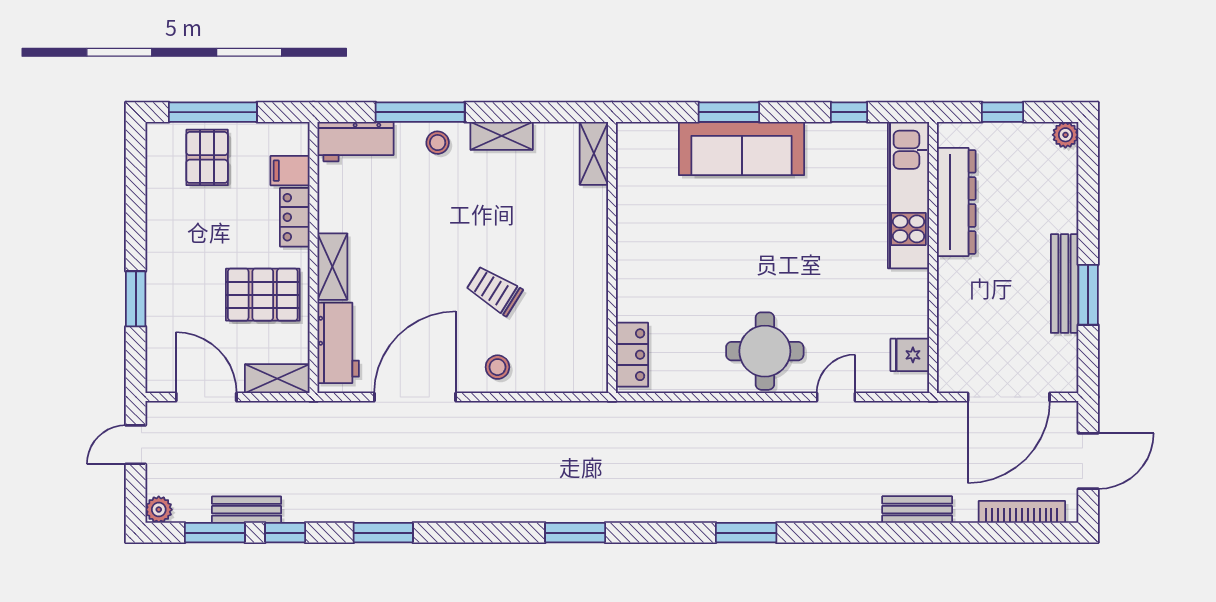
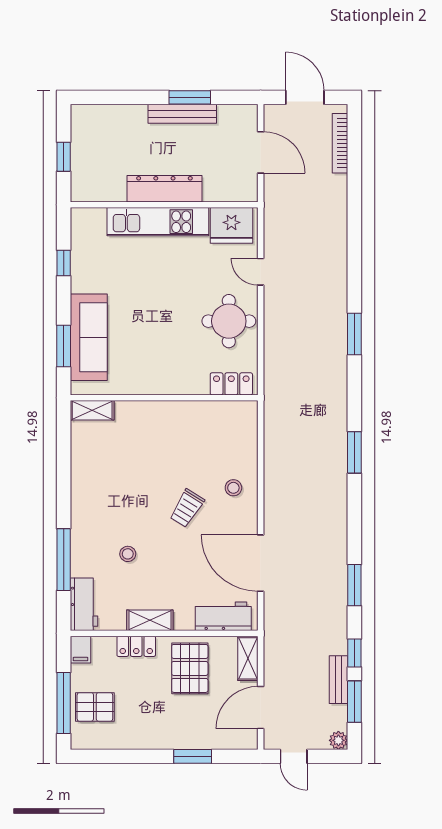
plant: (1065, 135) -> (79, 113), removed
shelving: (502, 136) -> (80, 503), removed
stool: (438, 143) -> (128, 554), moved
shelving: (594, 153) -> (92, 410), moved
filing cabinet: (290, 171) -> (80, 650), moved
kitchen unit: (909, 195) -> (158, 222), moved
dresser: (956, 202) -> (164, 189), moved
wall: (612, 258) -> (164, 398), moved
shelving: (332, 267) -> (150, 620), moved
locker: (632, 355) -> (231, 384), moved
fridge: (910, 355) -> (231, 225), width x1.88, depth x1.34
stool: (497, 367) -> (233, 488), moved
door: (1009, 397) -> (261, 152), width x0.73
bench: (917, 510) -> (338, 216), removed

